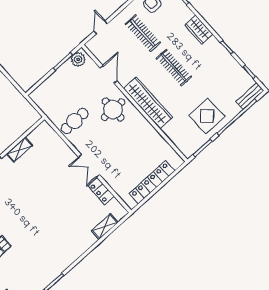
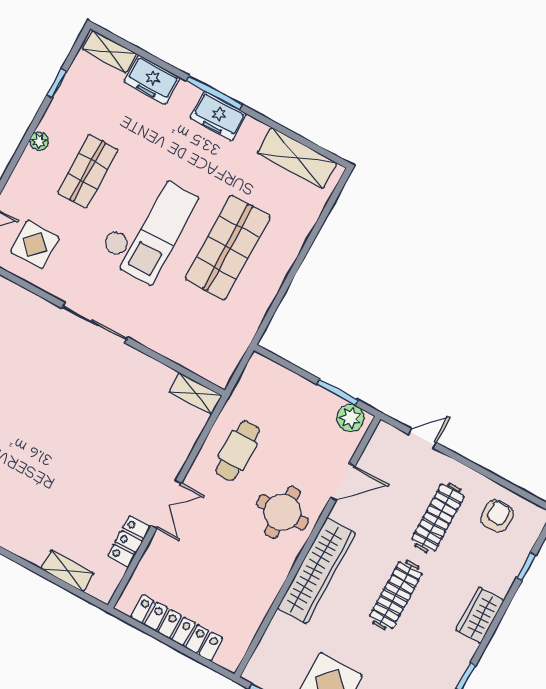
cafe table: (75, 121) -> (238, 450), turned 90
shelving: (20, 150) -> (196, 394), moved
double door: (89, 166) -> (166, 504), swing flipped

